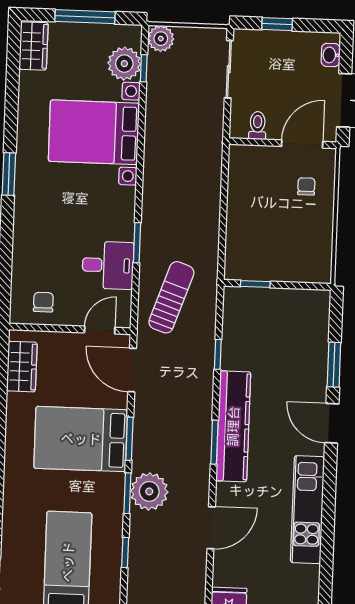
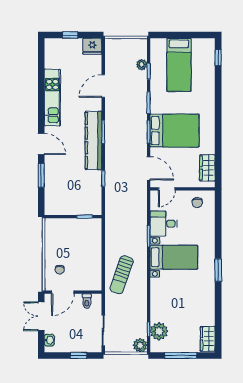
bed with nightstands: (94, 132) -> (174, 257), moved, width x0.73
sun lounger: (171, 297) -> (122, 275), moved
plant: (149, 491) -> (142, 65), moved, width x0.53, depth x0.53

